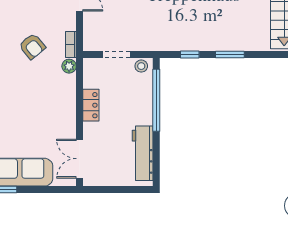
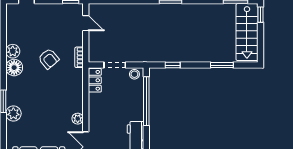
window: (230, 54) -> (222, 65), moved
plant: (69, 66) -> (78, 119), moved
locker: (91, 105) -> (95, 80), moved

